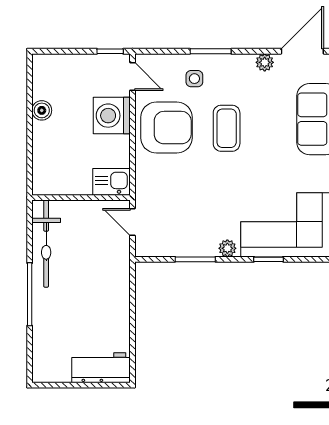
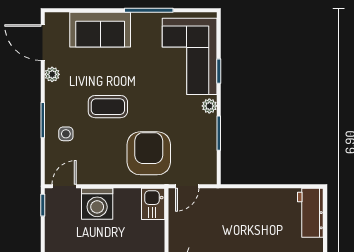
armchair: (167, 128) -> (149, 153), moved

